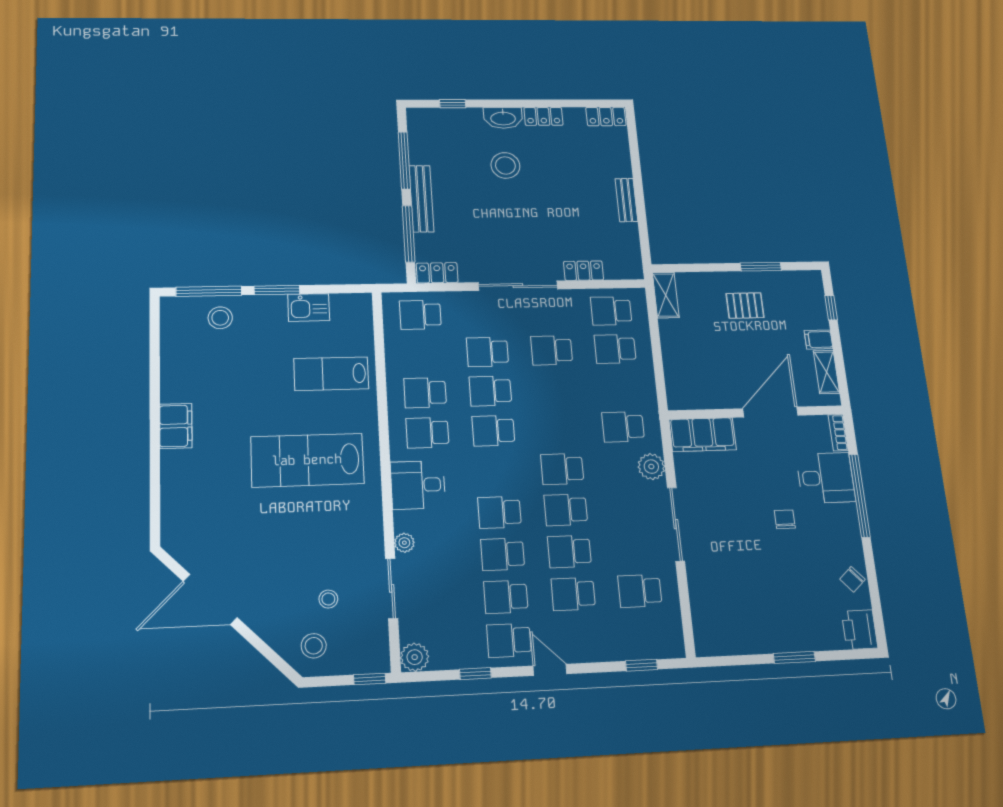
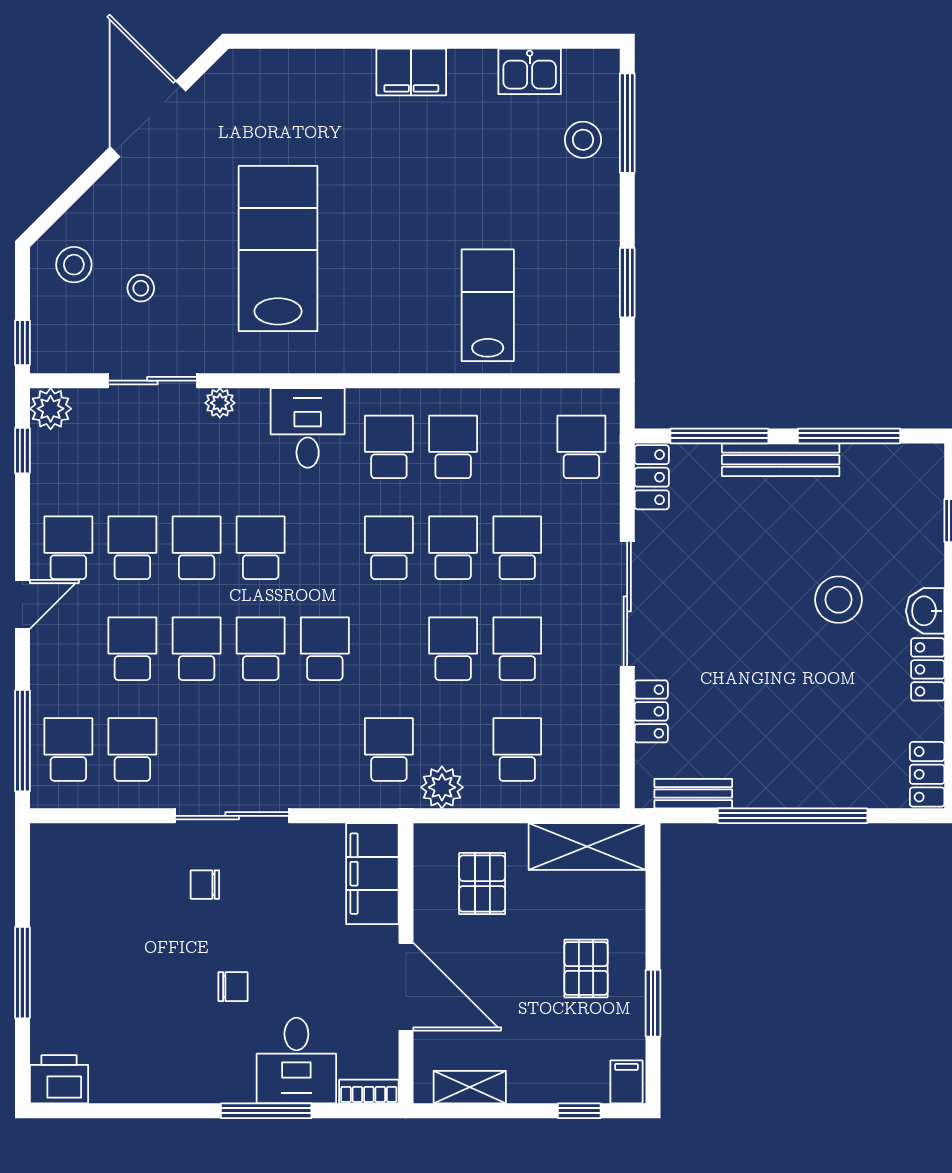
washbasin: (503, 118) -> (925, 611), width x0.72
window: (639, 190) -> (793, 816), added
bench: (626, 200) -> (693, 794), moved
window: (277, 290) -> (627, 283), moved
shelving: (666, 295) -> (587, 847), width x1.50, depth x1.33
kitchen sink: (309, 307) -> (530, 71), moved, turned -90
school desk: (611, 311) -> (453, 649), moved
filing cabinet: (819, 340) -> (626, 1082), moved
pallet: (701, 368) -> (482, 884), added
lab bench: (307, 460) -> (278, 249), moved
plant: (651, 467) -> (442, 787), moved
window: (860, 496) -> (266, 1111), width x0.68
chair: (852, 579) -> (205, 885), moved, turned -48
school desk: (644, 634) -> (68, 750), added
window: (794, 657) -> (22, 973), width x1.44
window: (642, 665) -> (22, 741), width x2.17
window: (475, 674) -> (22, 451), moved

